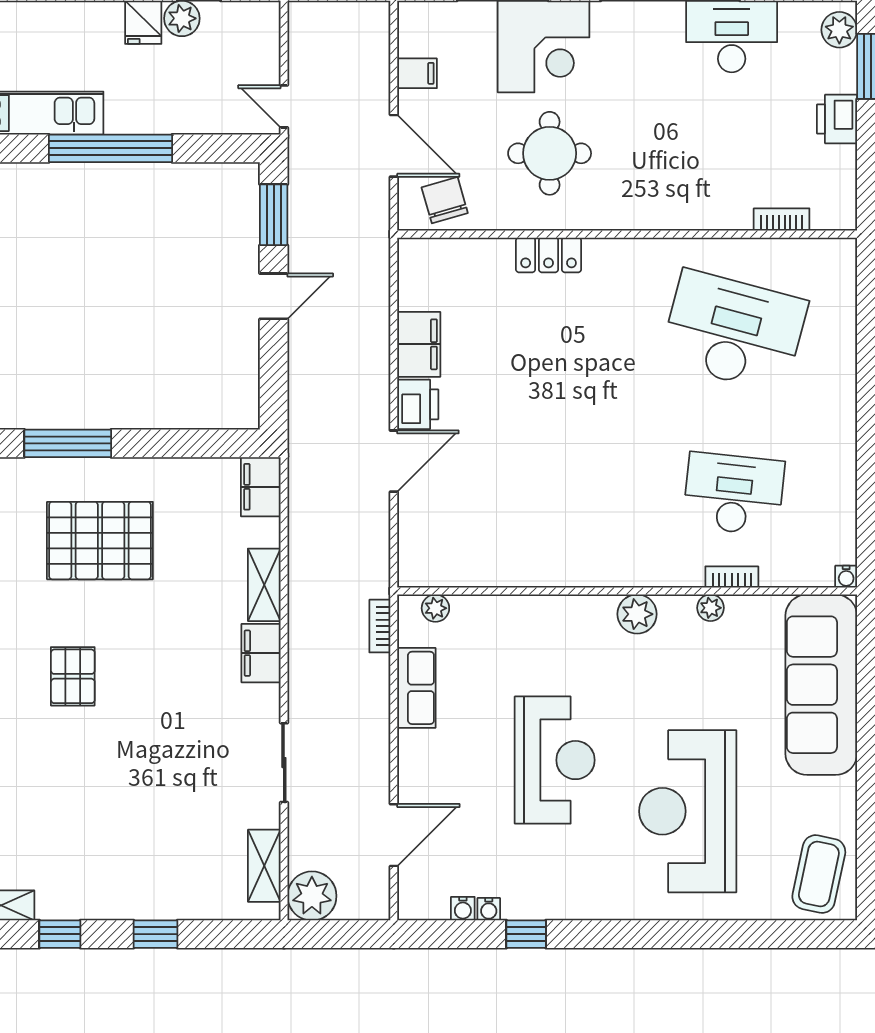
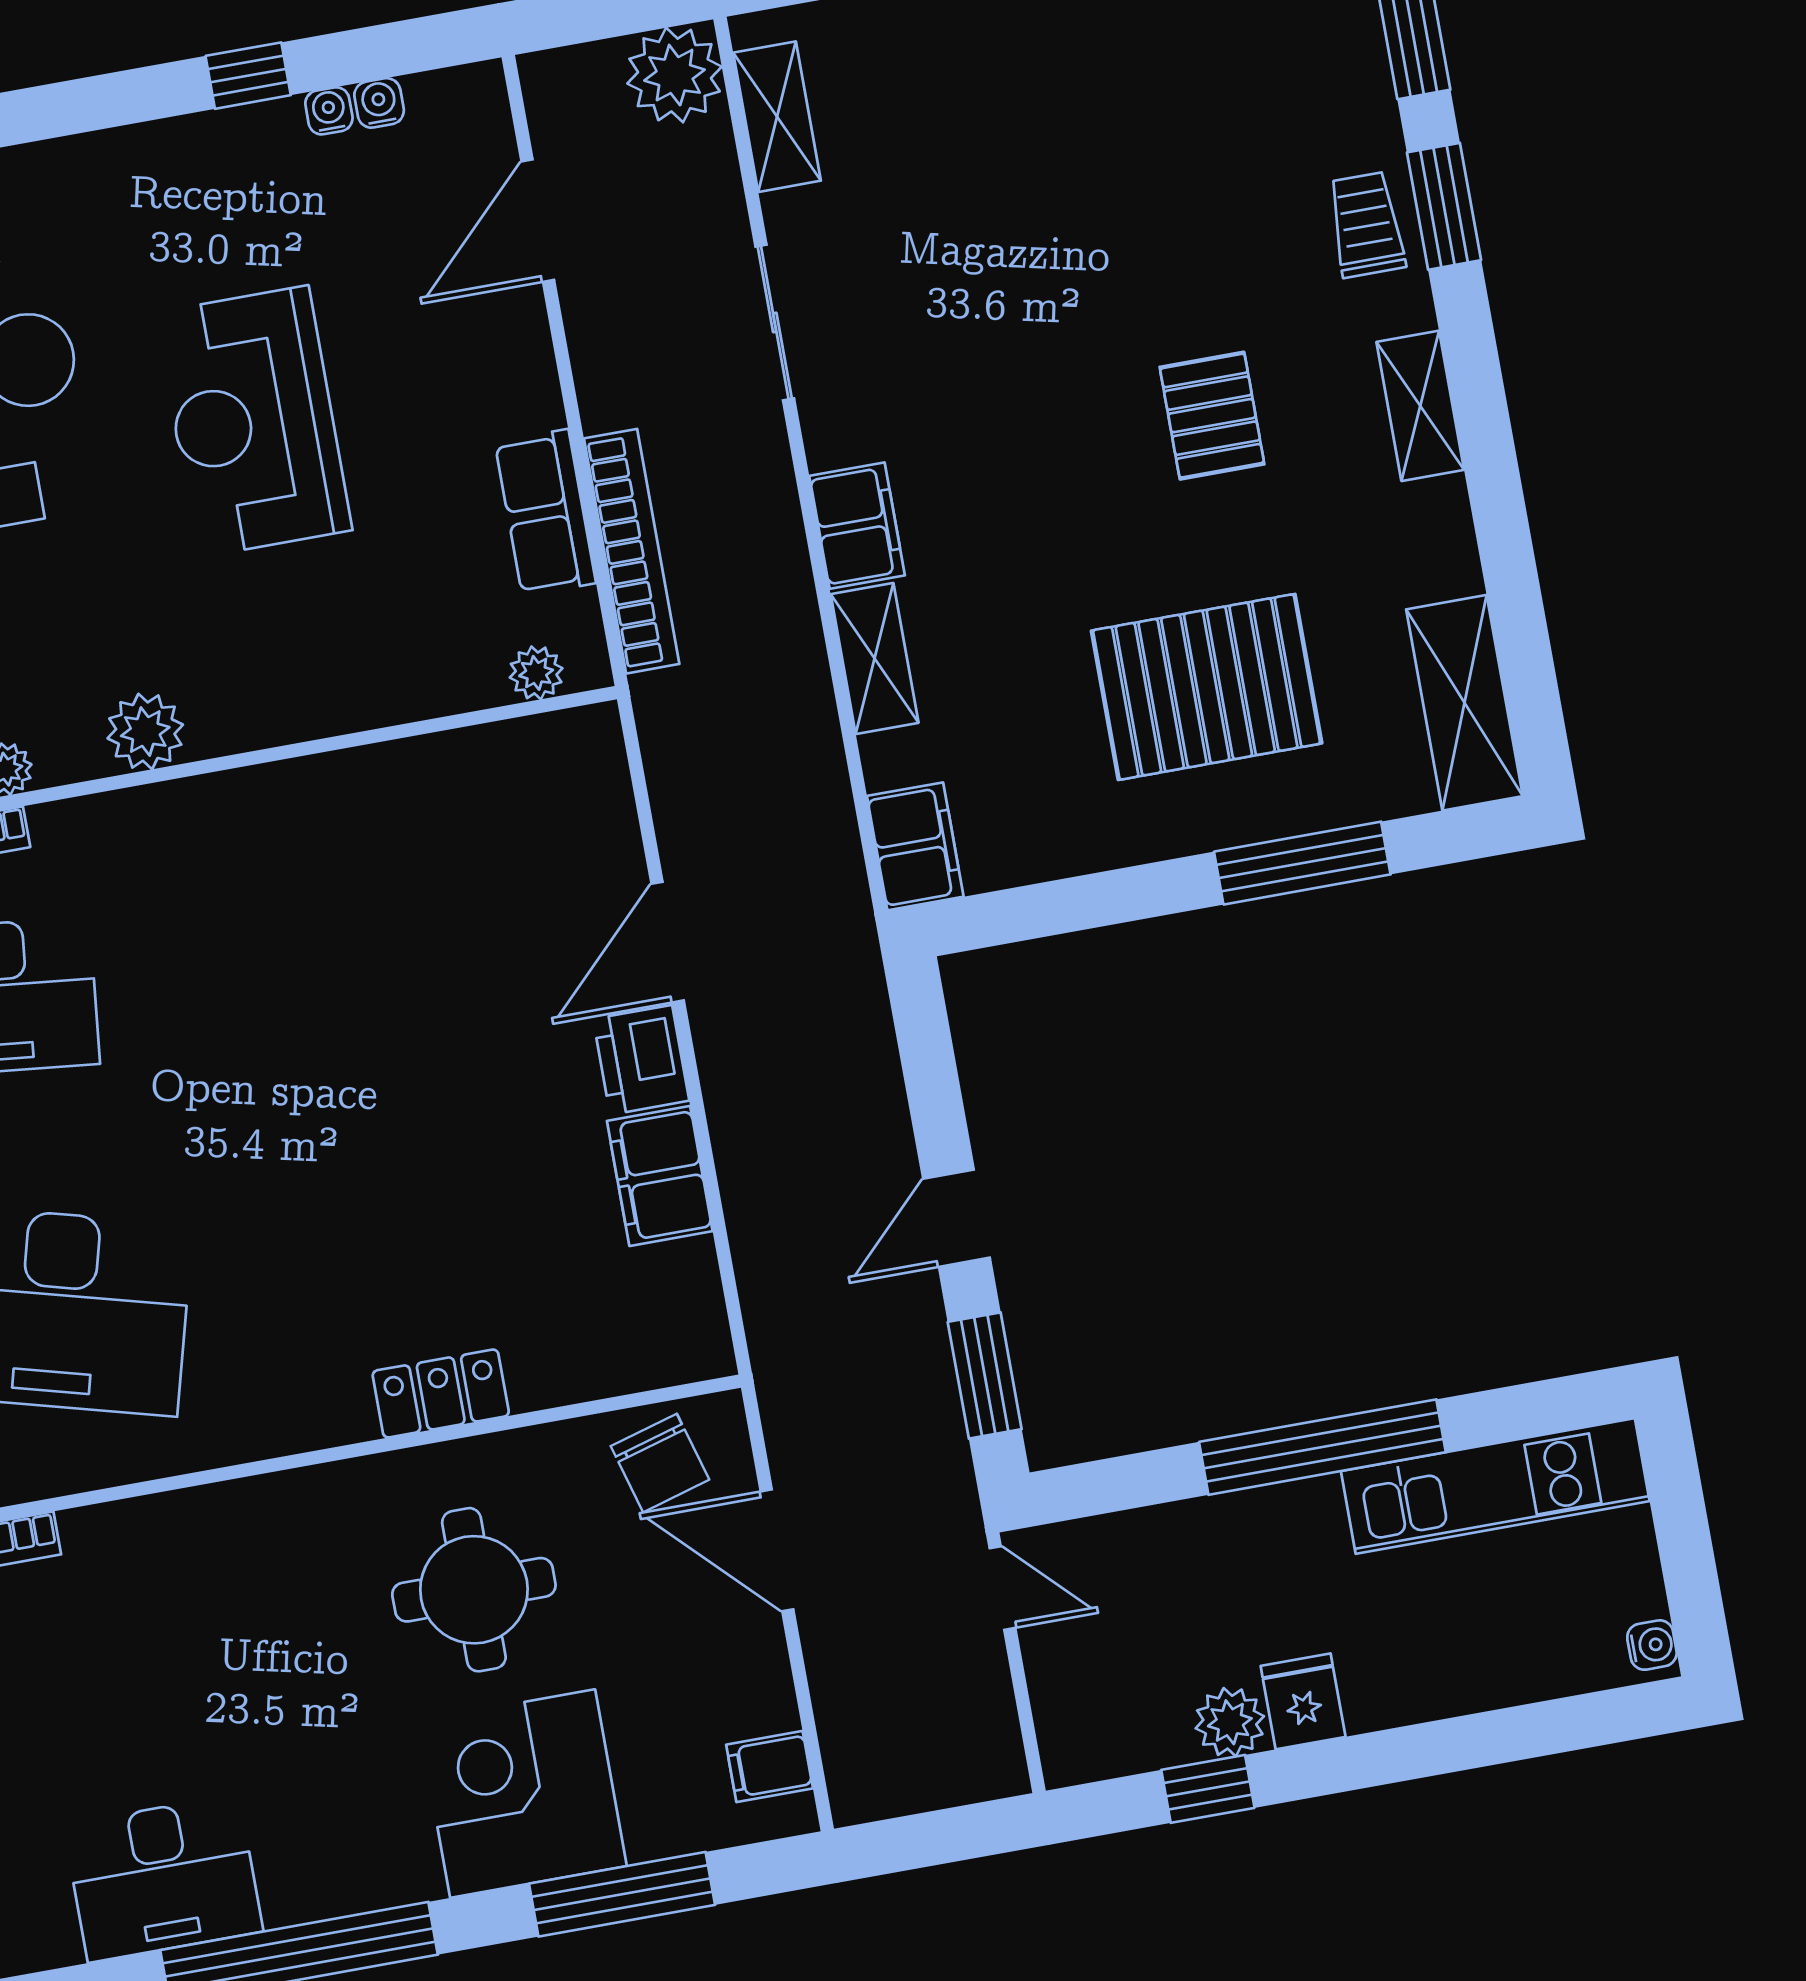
filing cabinet: (417, 73) -> (770, 1767), moved
bookcase: (380, 626) -> (632, 551), width x2.31, depth x1.31

